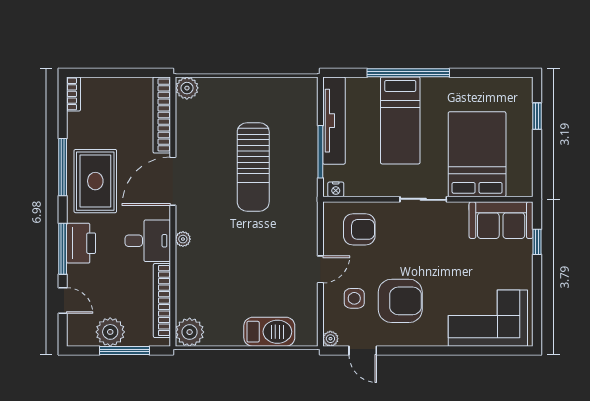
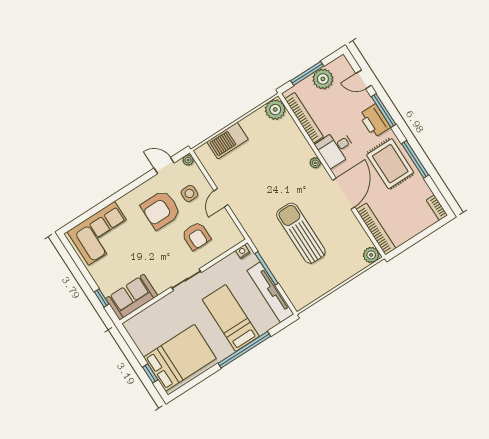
bed: (477, 154) -> (180, 358), moved, turned -90
armchair: (359, 229) -> (196, 236), moved, turned -90

